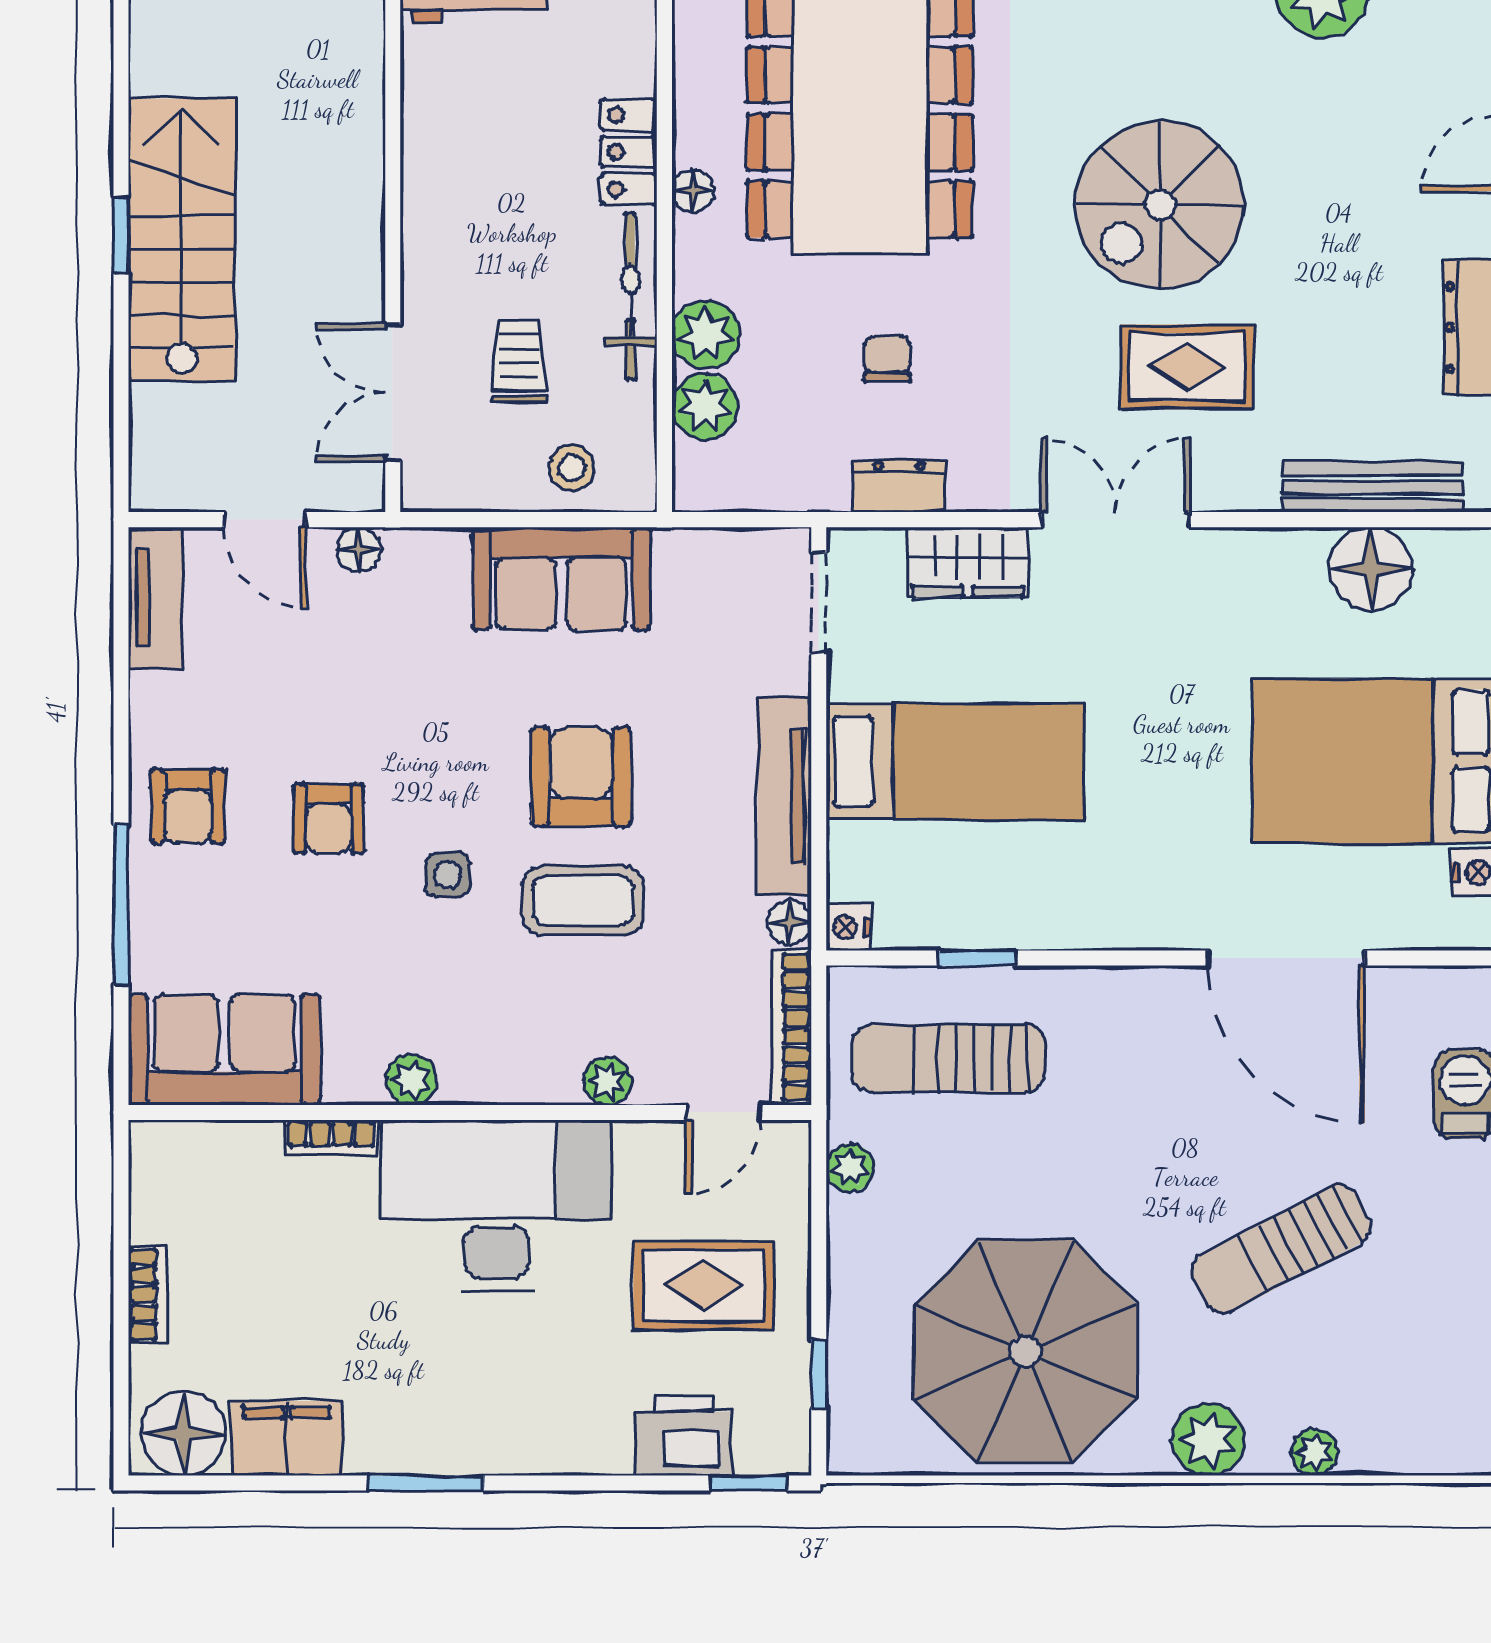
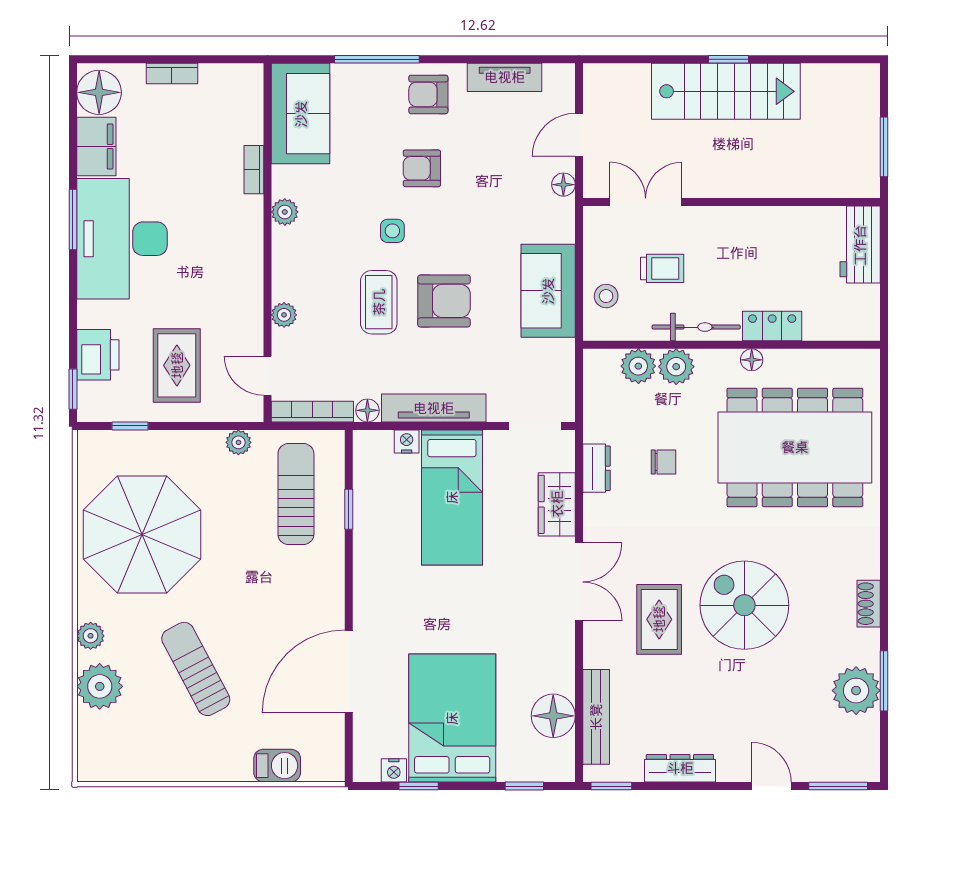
tv unit: (155, 598) -> (505, 77), moved
nightstand: (848, 927) -> (407, 441), moved
desk: (497, 1206) -> (122, 239), moved, turned 180
plant: (1208, 1440) -> (91, 636), width x0.73, depth x0.73
plant: (1315, 1452) -> (100, 686), width x1.88, depth x1.88

